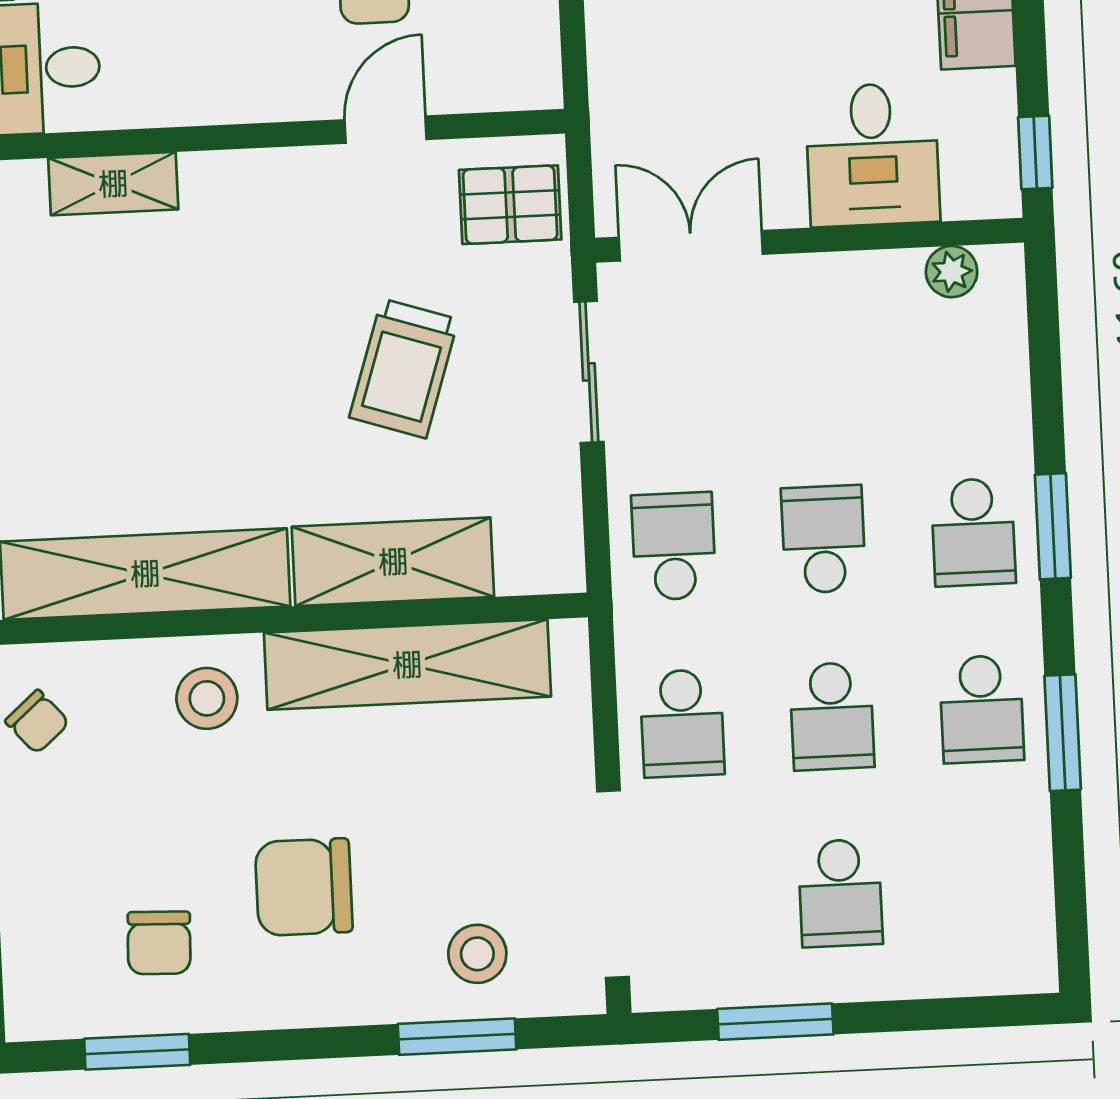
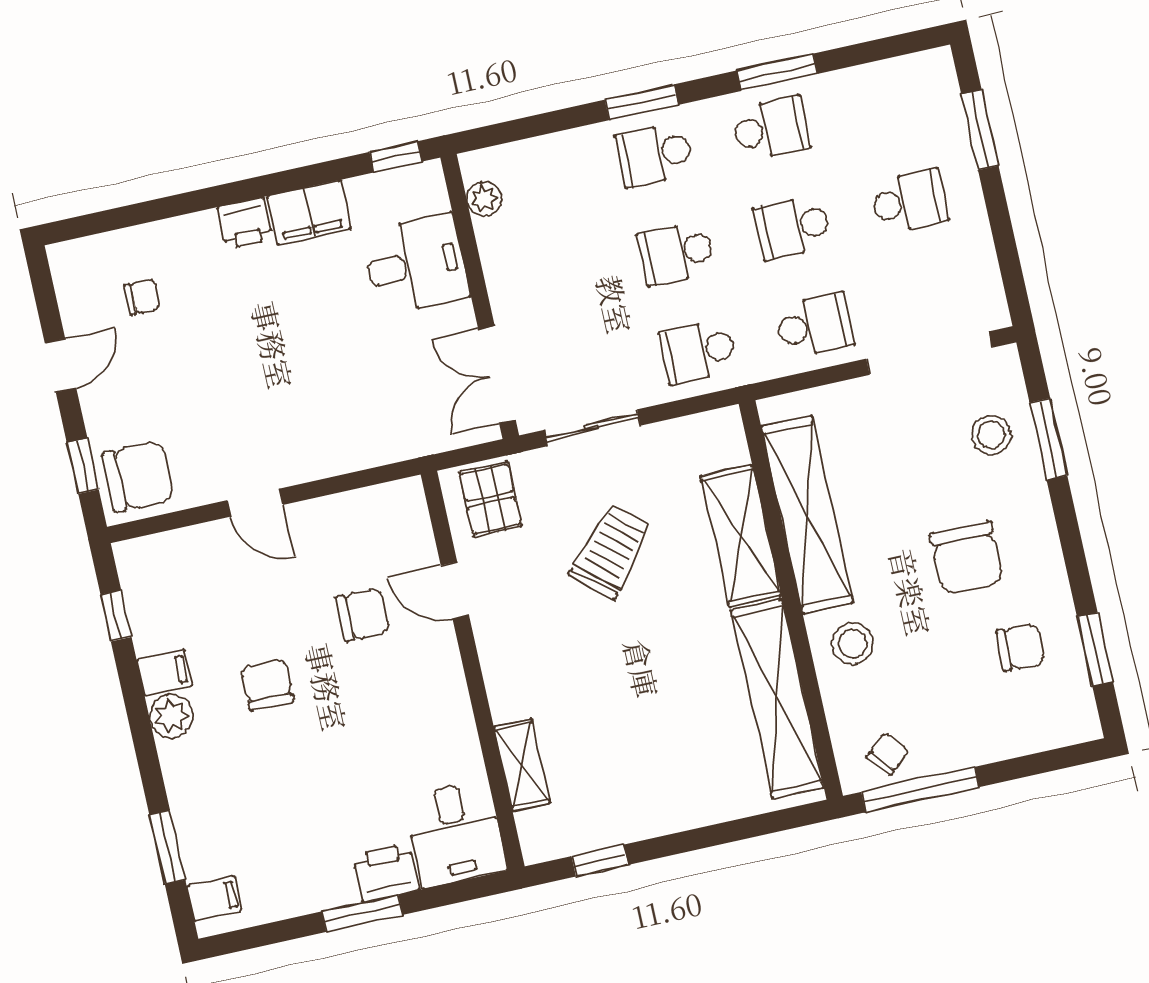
trolley: (404, 368) -> (611, 551), turned -67
school desk: (973, 532) -> (655, 154), turned 180
school desk: (832, 716) -> (793, 227), turned 180
window: (775, 1022) -> (980, 130), moved

